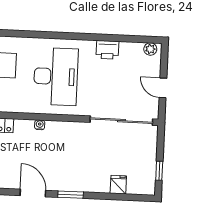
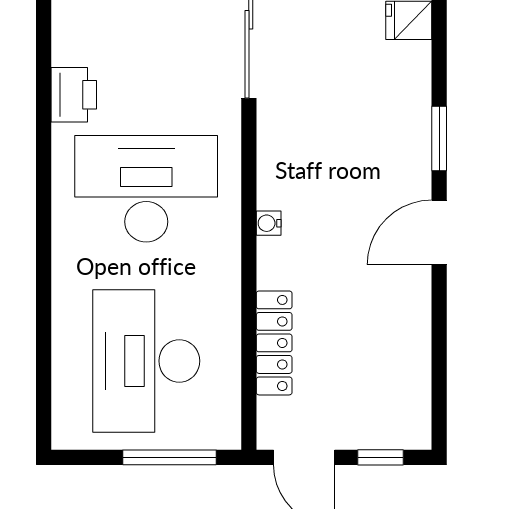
printer: (107, 50) -> (74, 95), moved

